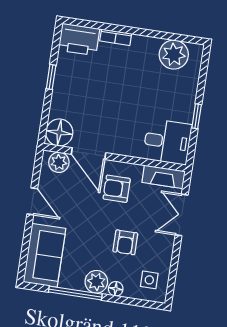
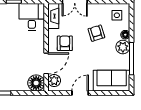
armchair: (117, 189) -> (65, 43), turned 180
armchair: (125, 242) -> (96, 33), turned -107

